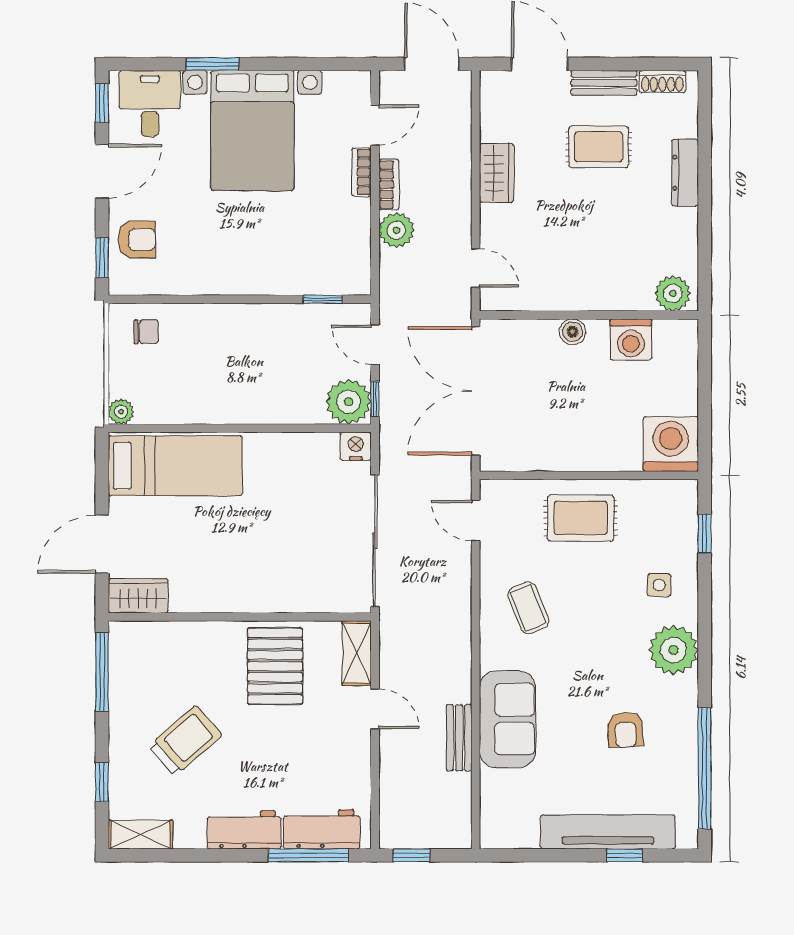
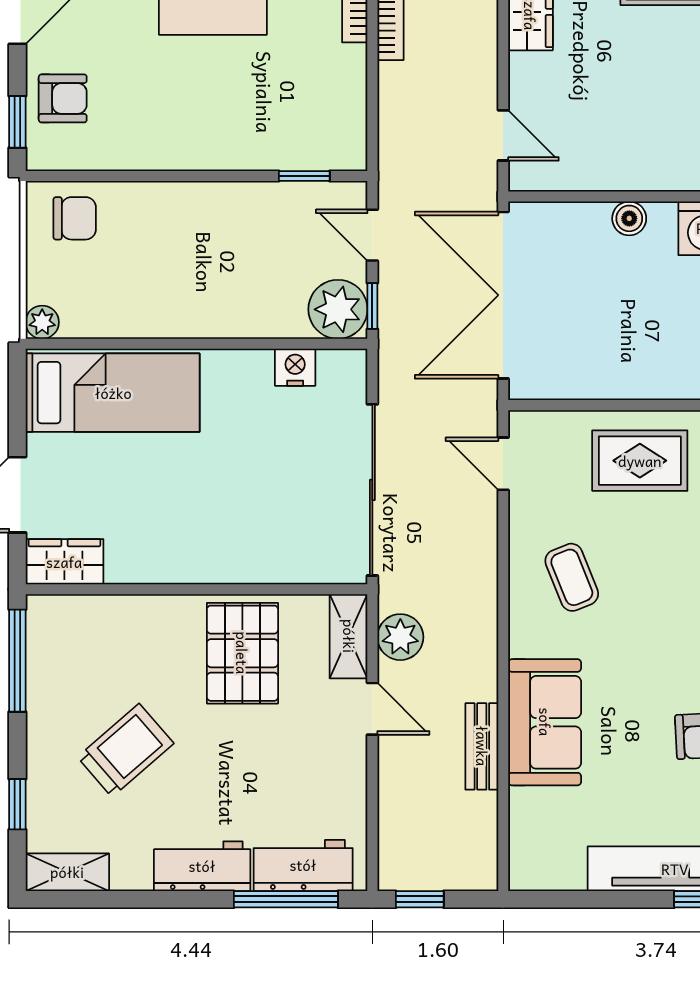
plant: (396, 230) -> (400, 637), moved
chair: (146, 332) -> (75, 218), width x1.37, depth x1.37
nightstand: (356, 446) -> (295, 367), moved

